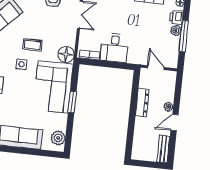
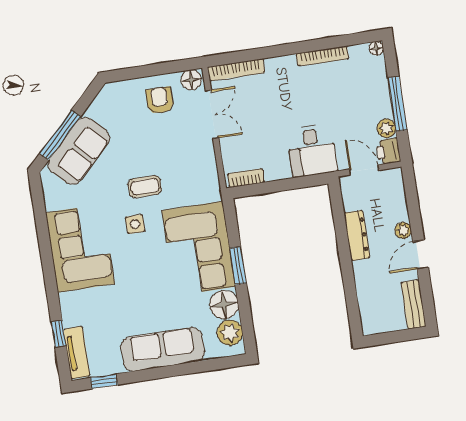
printer: (176, 17) -> (388, 151), moved
plant: (176, 30) -> (386, 128), moved
desk: (114, 48) -> (312, 150), moved
floor lamp: (66, 54) -> (224, 305), moved

